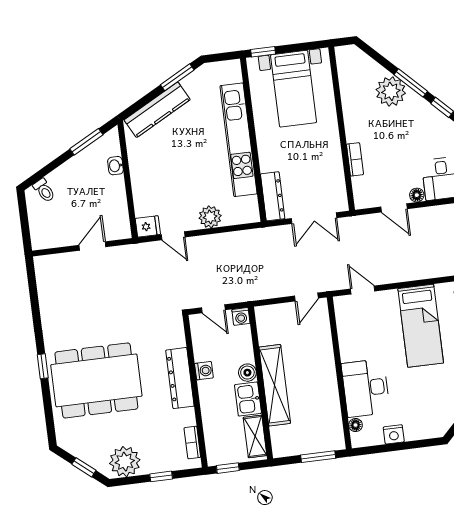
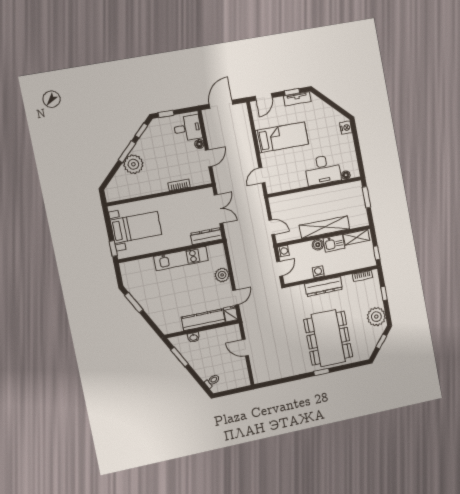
kitchen counter: (157, 110) -> (203, 320), moved, turned -62
kitchen unit: (239, 140) -> (181, 259), width x0.73
door: (306, 297) -> (272, 227), moved
nightstand: (394, 434) -> (346, 128), moved

